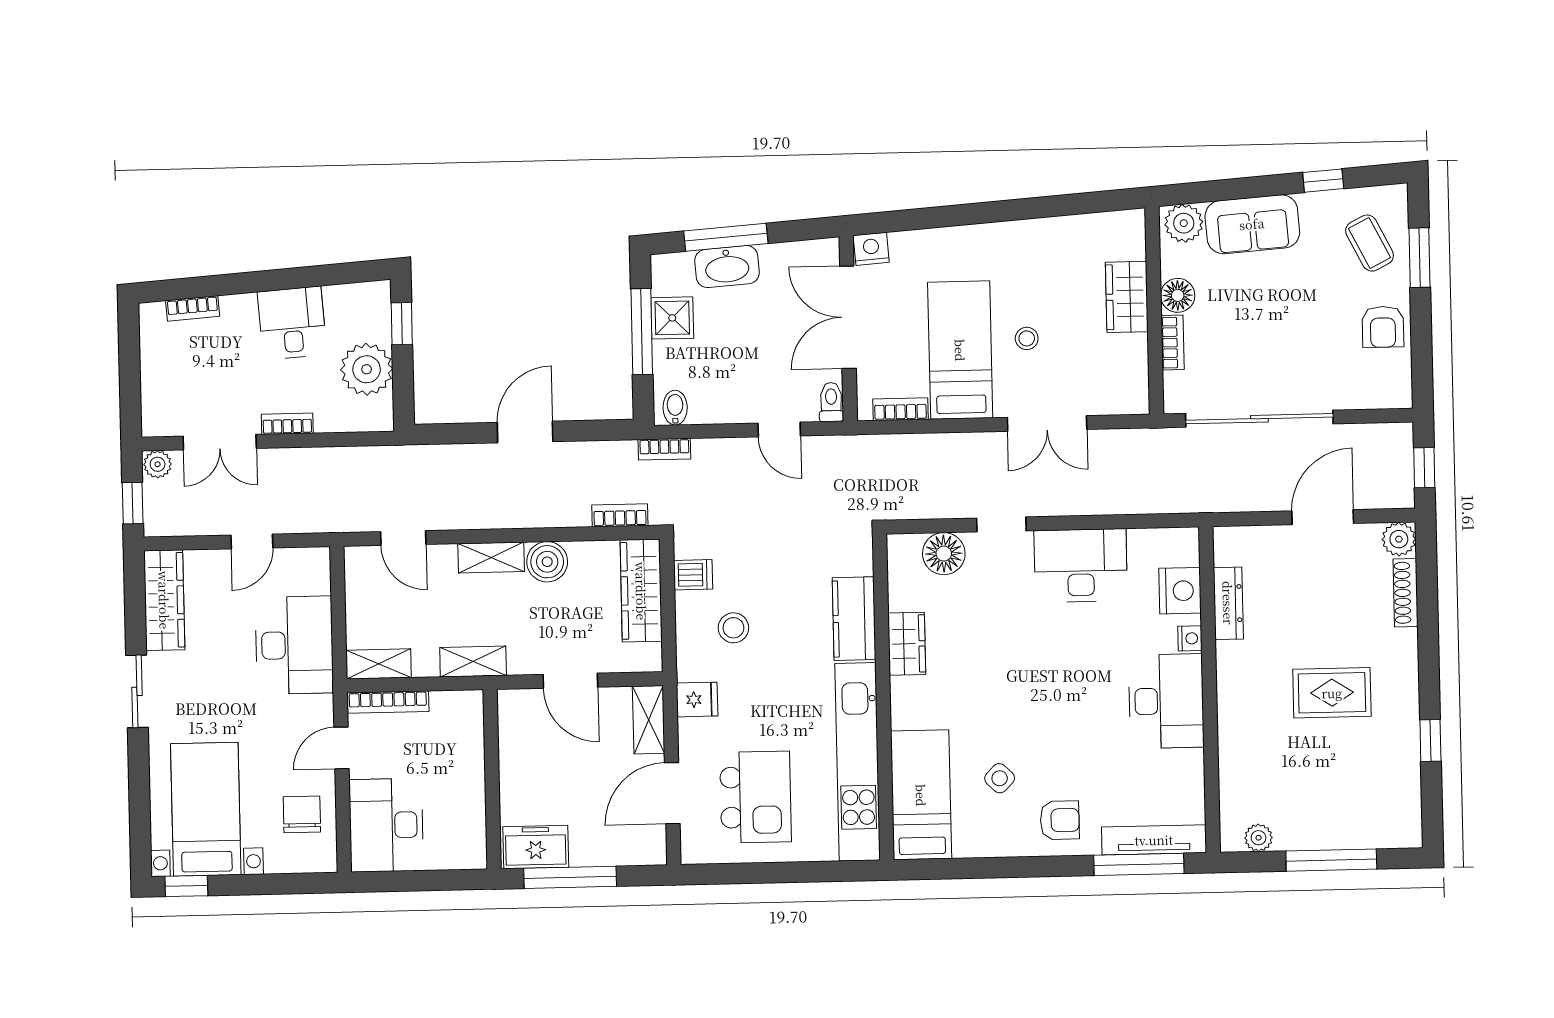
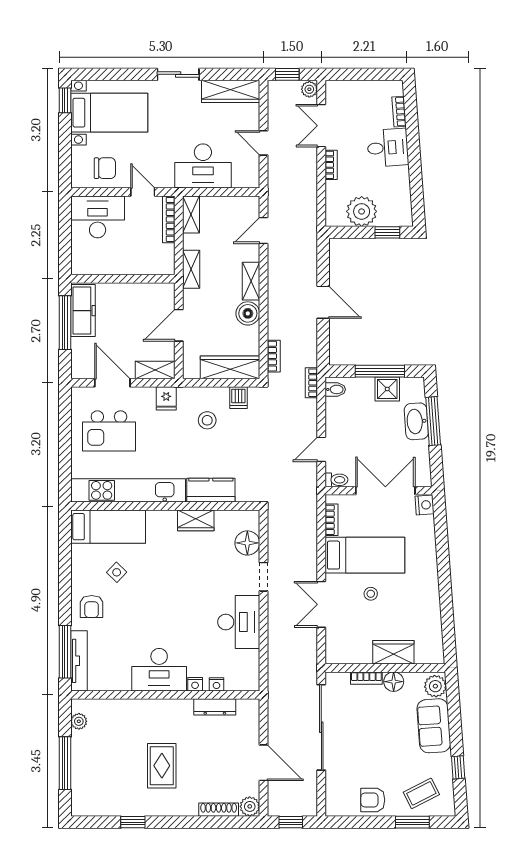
desk: (292, 323) -> (388, 148), moved
nightstand: (1180, 591) -> (216, 684), width x0.53, depth x0.56
freezer: (536, 847) -> (83, 311), width x1.40

